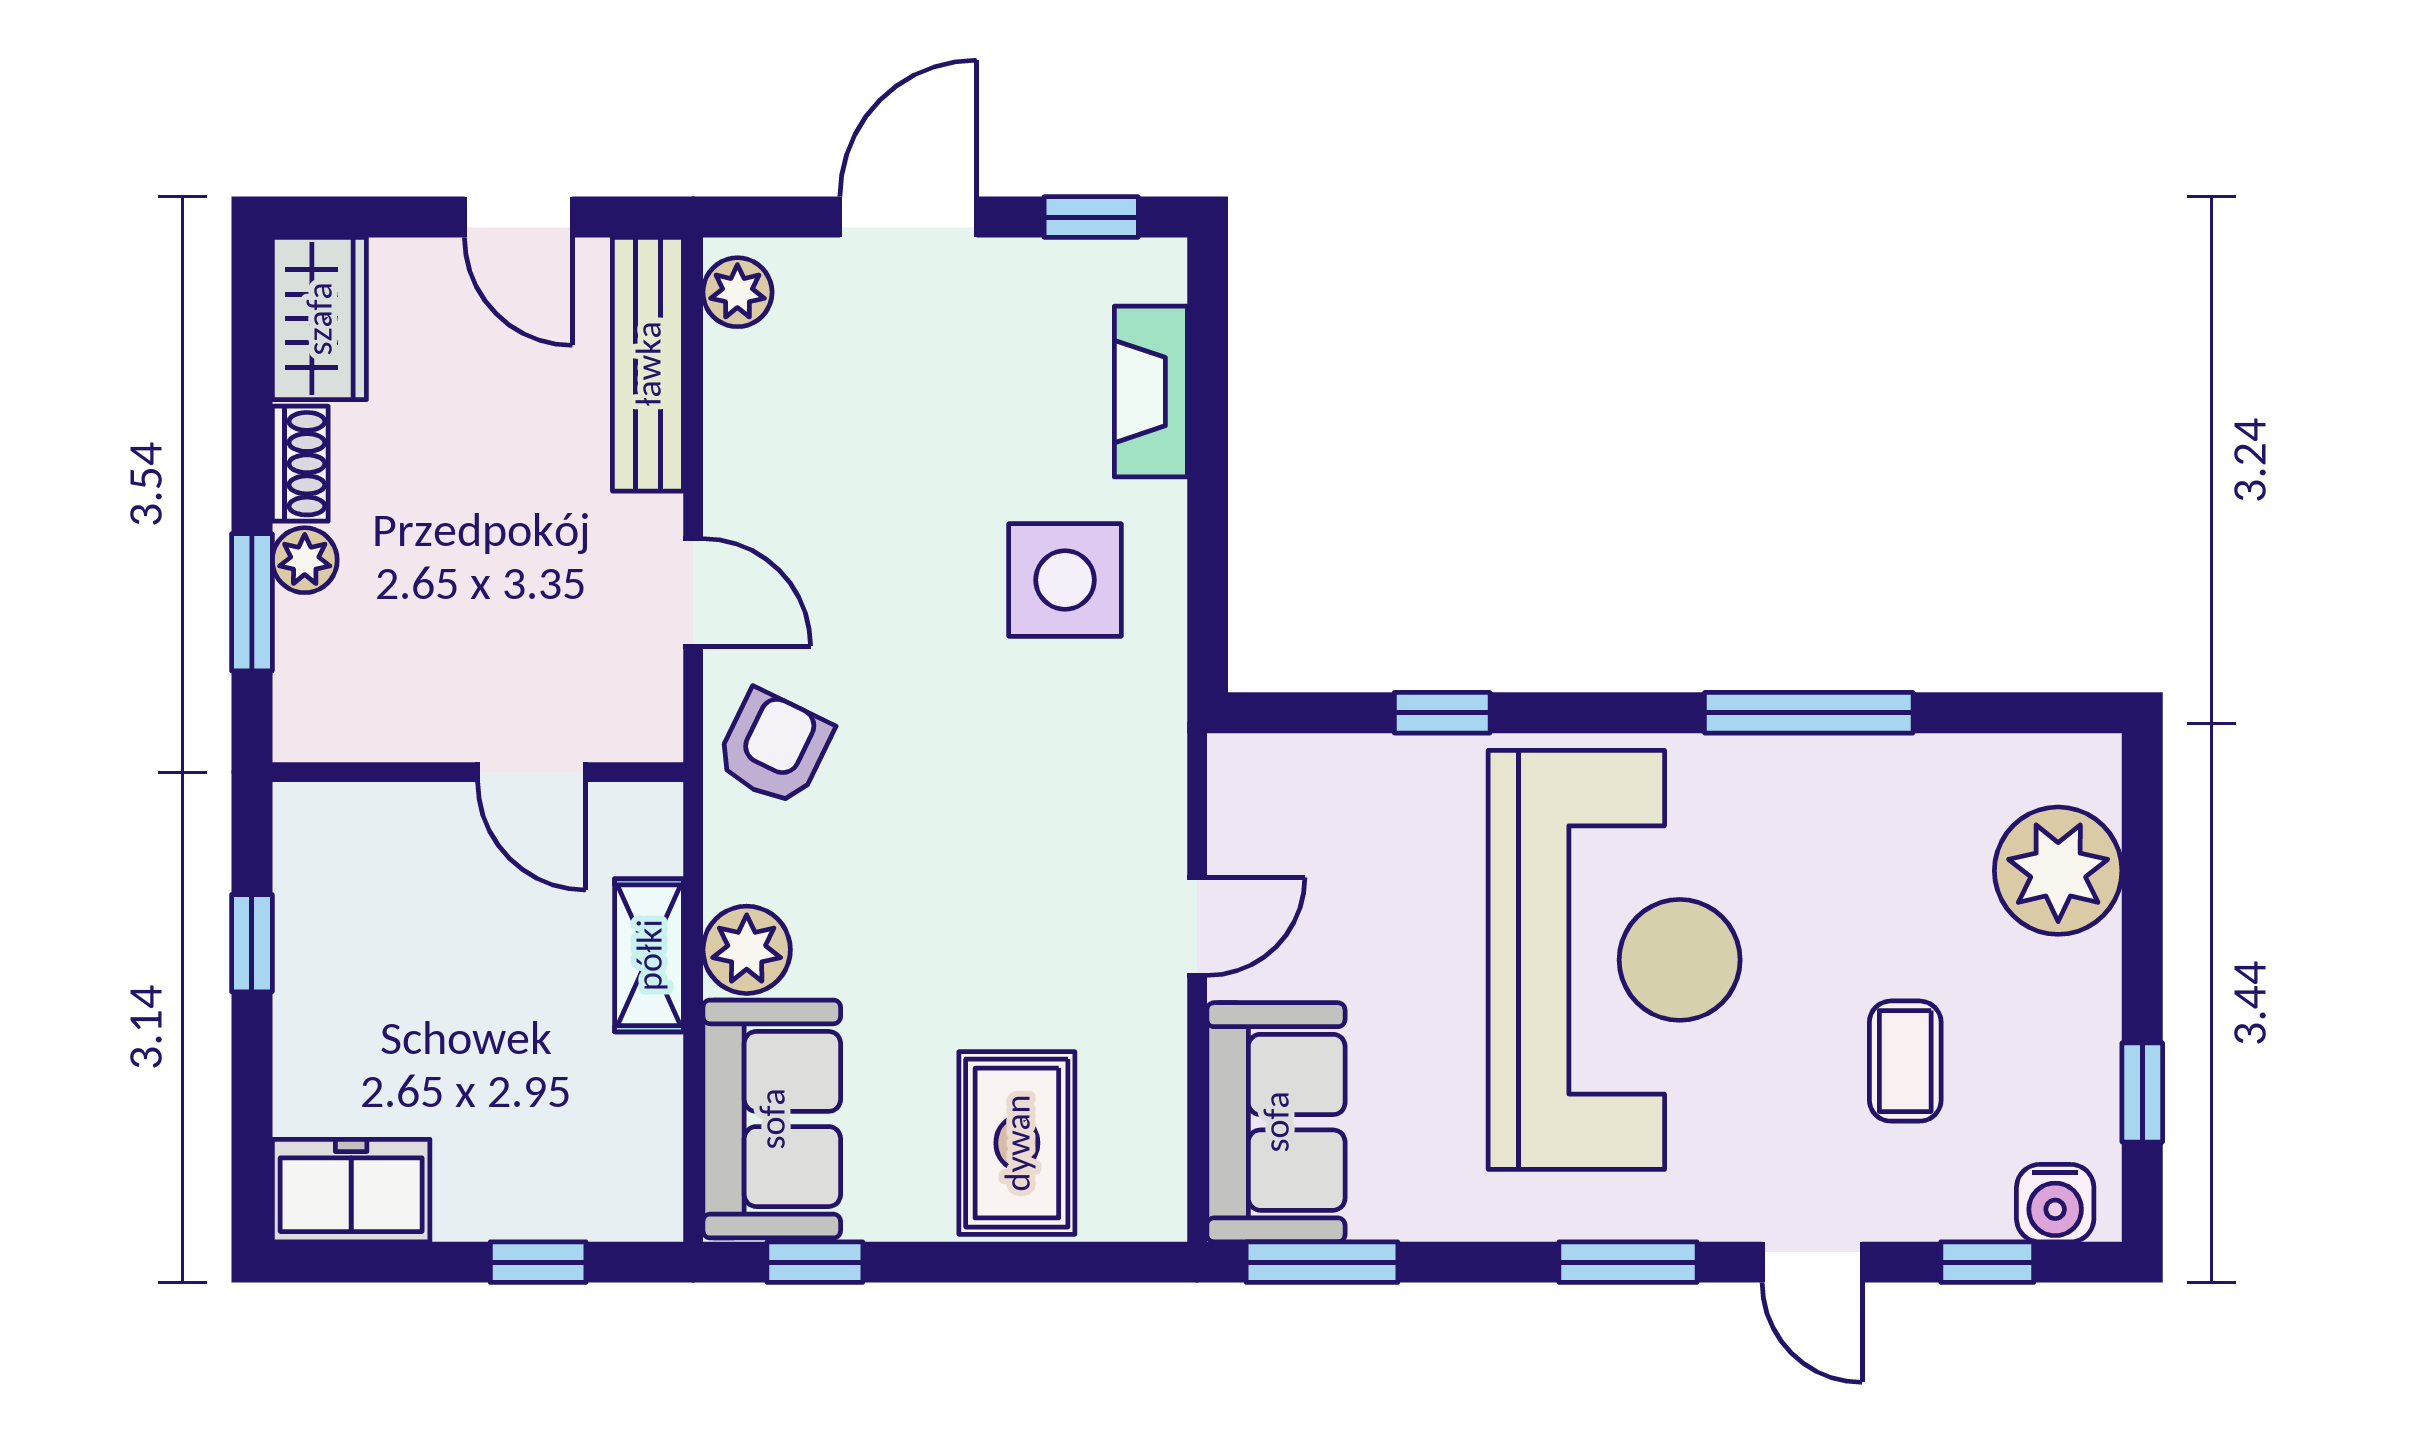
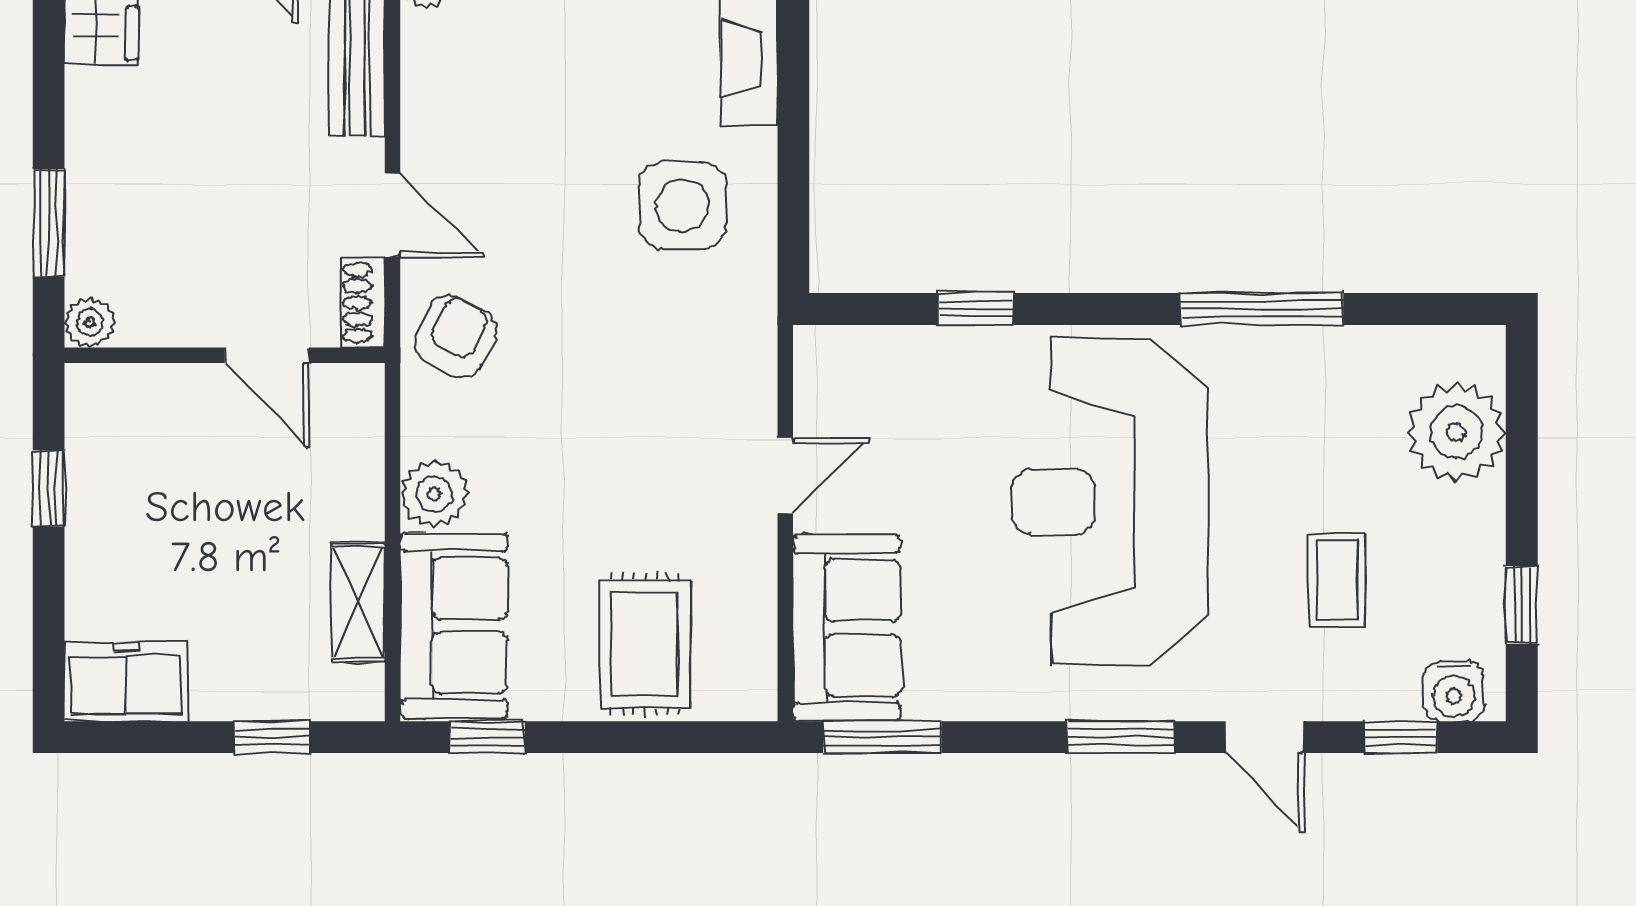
shoe rack: (300, 464) -> (363, 303), moved, turned 180
plant: (305, 560) -> (90, 322), moved
shelving: (649, 955) -> (358, 603), moved
reception desk: (1614, 960) -> (1110, 502), turned 180

